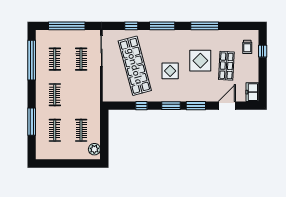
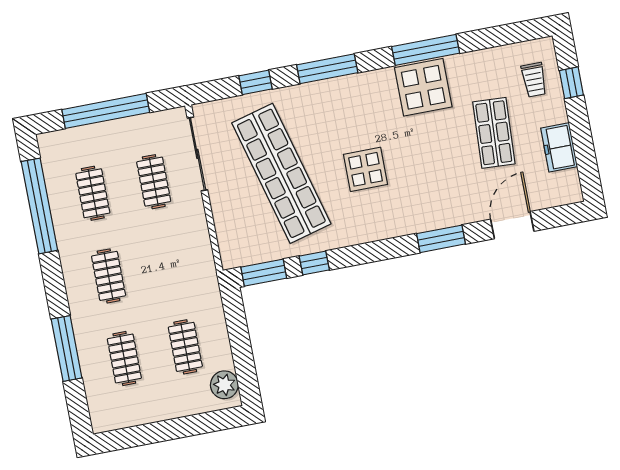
display table: (200, 61) -> (423, 87), moved
freezer: (252, 92) -> (559, 147), moved
window: (171, 106) -> (264, 273), moved

